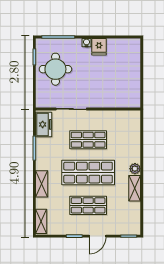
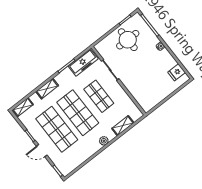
fridge: (99, 47) -> (177, 72), moved
freezer: (44, 124) -> (83, 62), width x1.40
shelving: (135, 188) -> (123, 126), moved
shop shelf: (88, 205) -> (57, 129), width x1.43, depth x1.36

